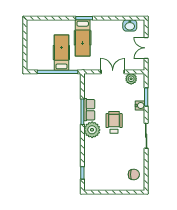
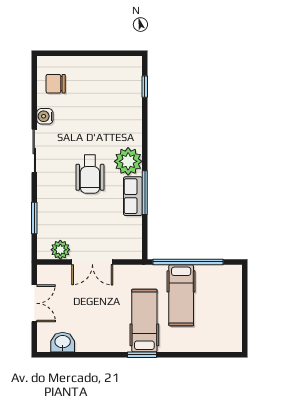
water cooler: (140, 105) -> (45, 116), moved

